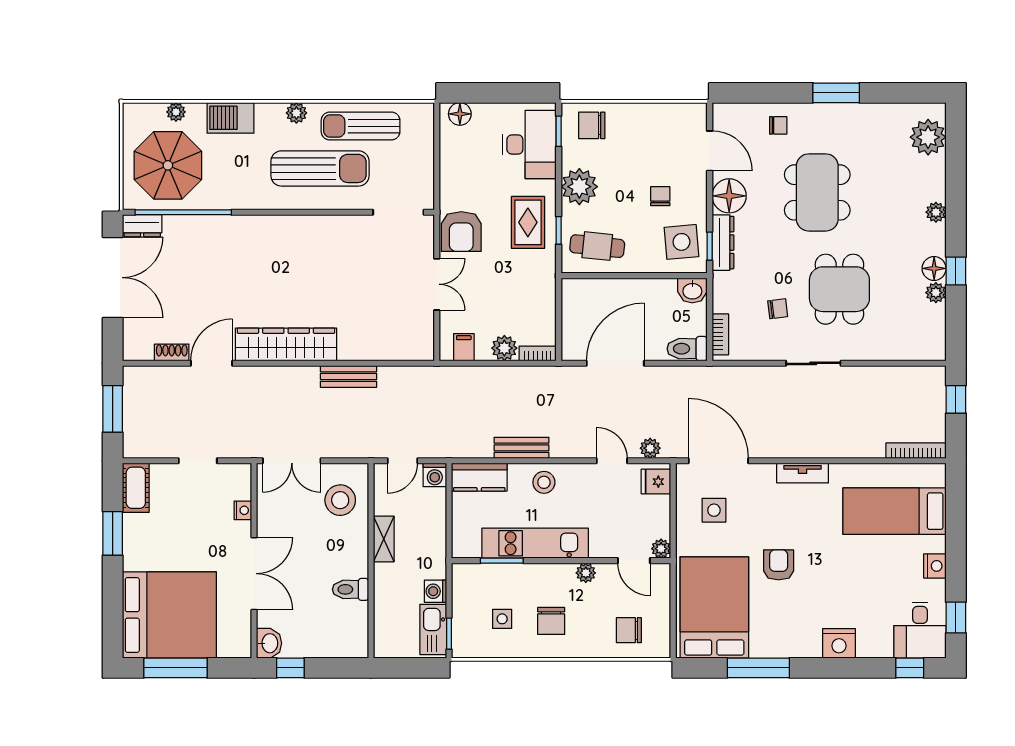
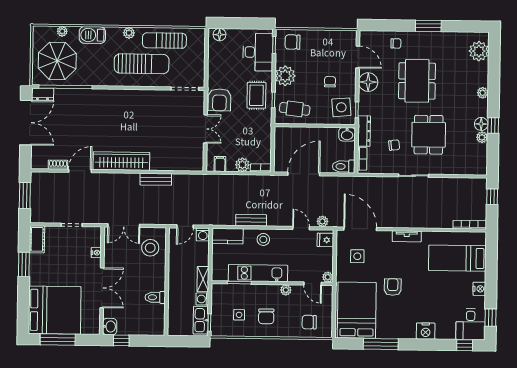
dresser: (723, 243) -> (364, 131), moved
shelving: (384, 539) -> (203, 279), moved

